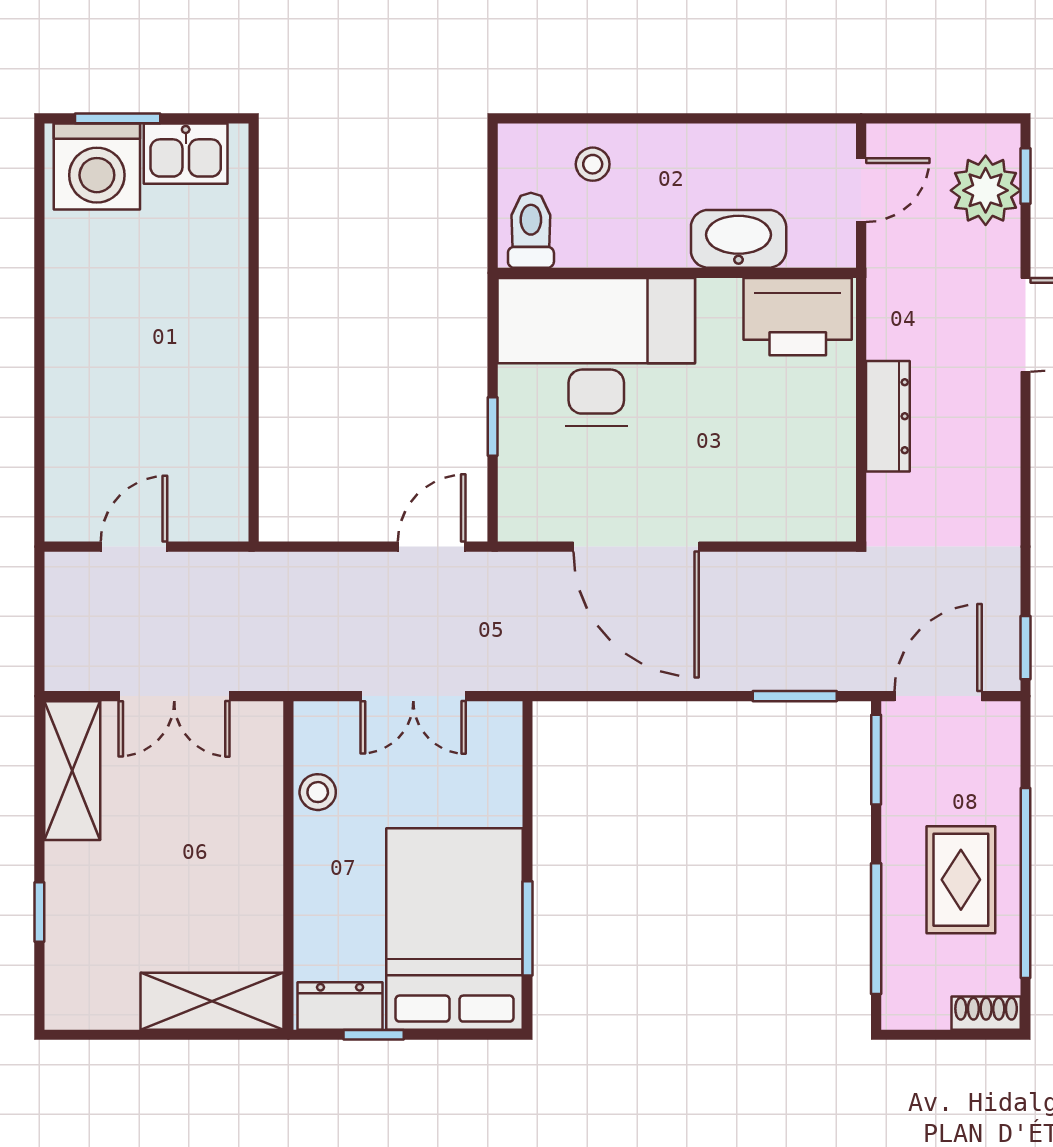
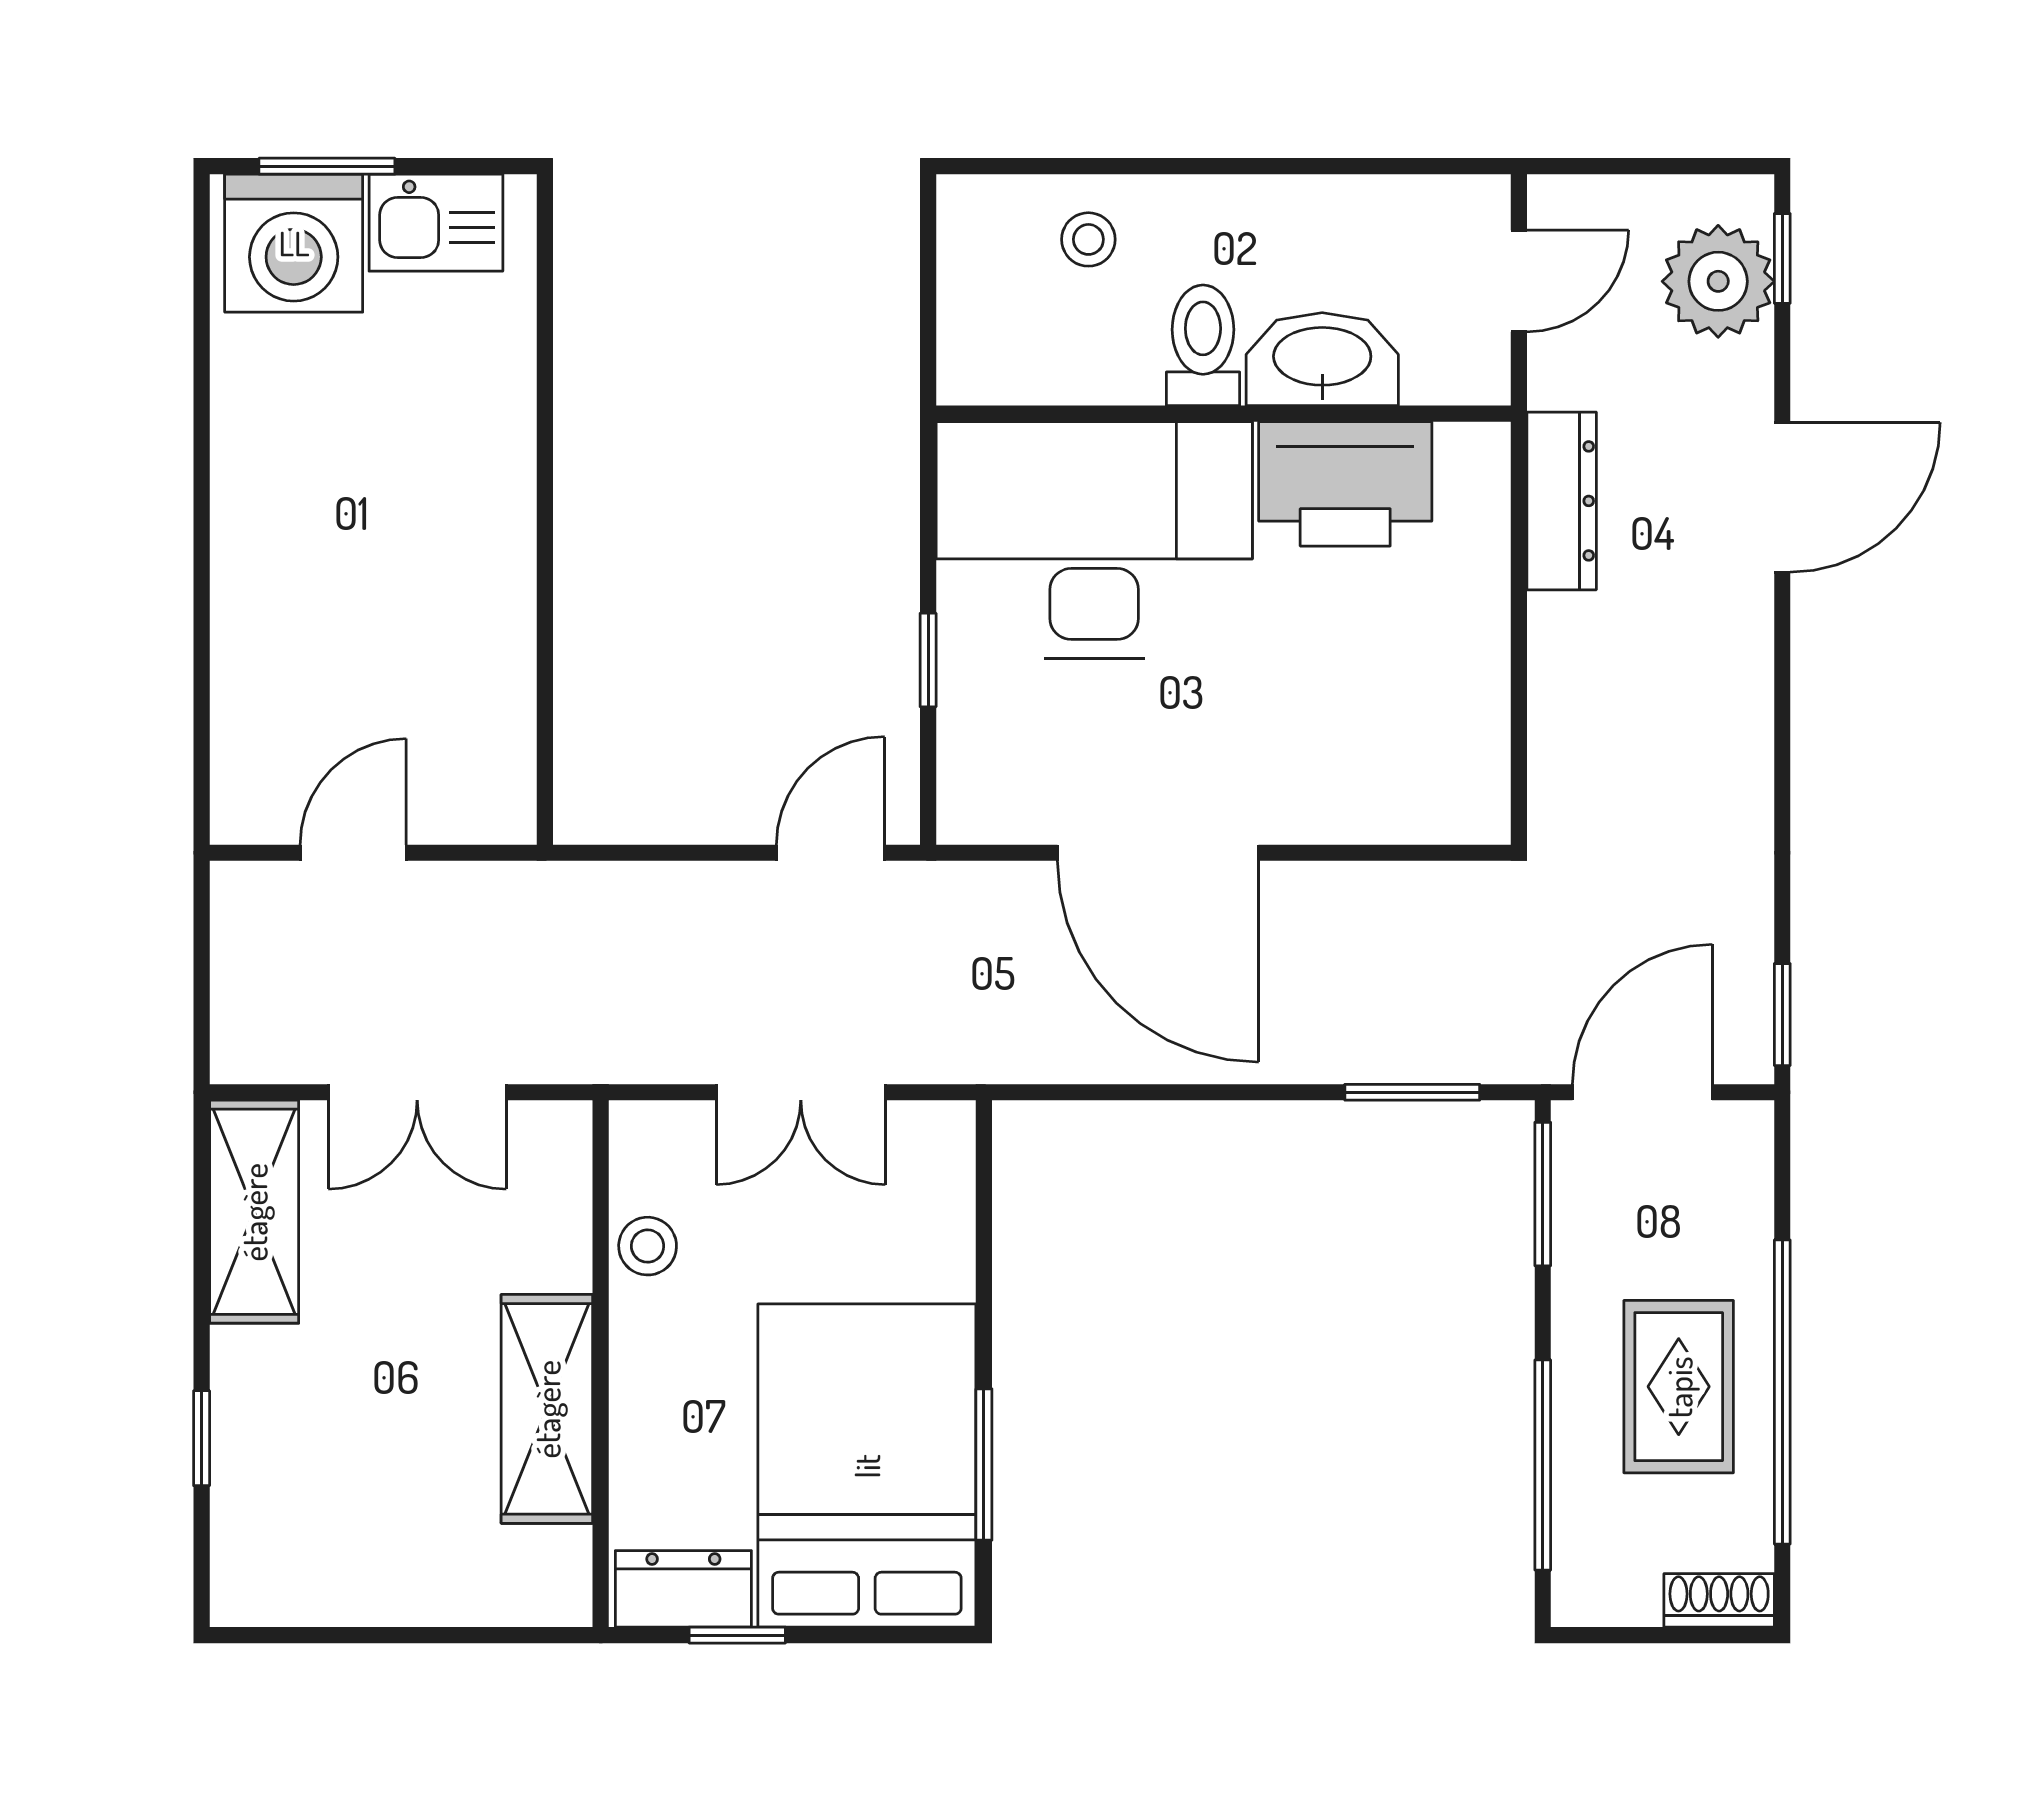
toilet: (531, 230) -> (1203, 345), moved
printer: (798, 317) -> (1345, 484), moved
dresser: (888, 416) -> (1562, 501), moved
shelving: (212, 1001) -> (547, 1409), moved, turned 90

